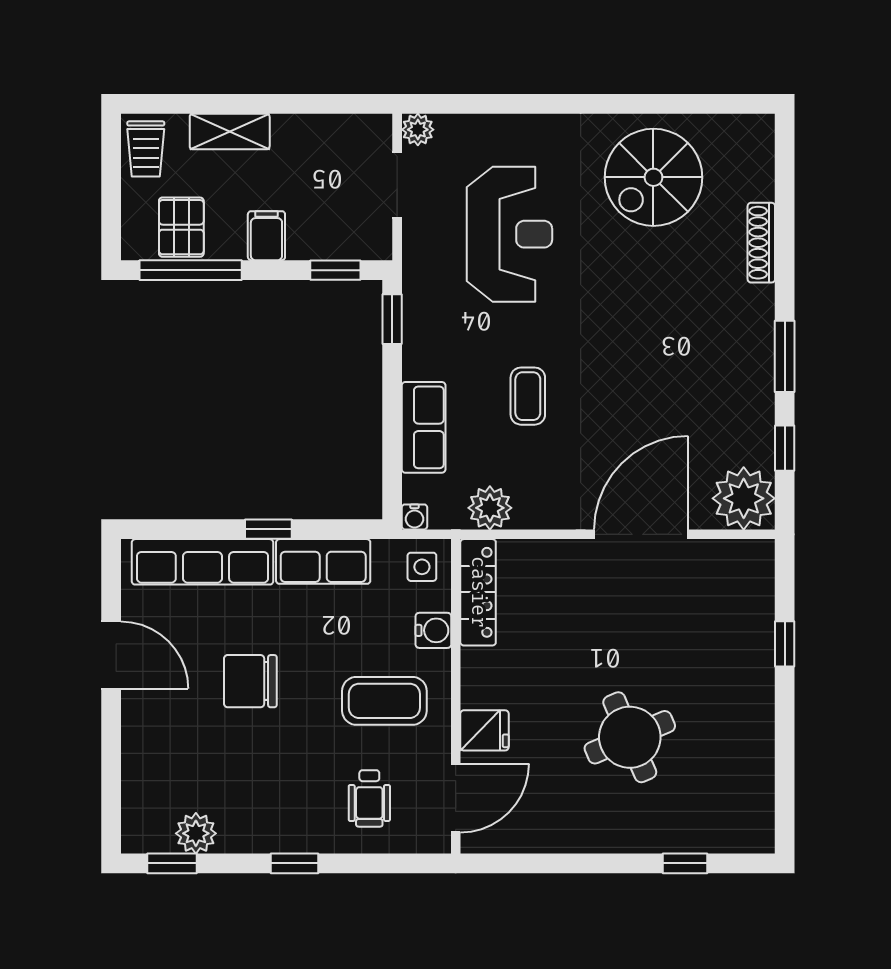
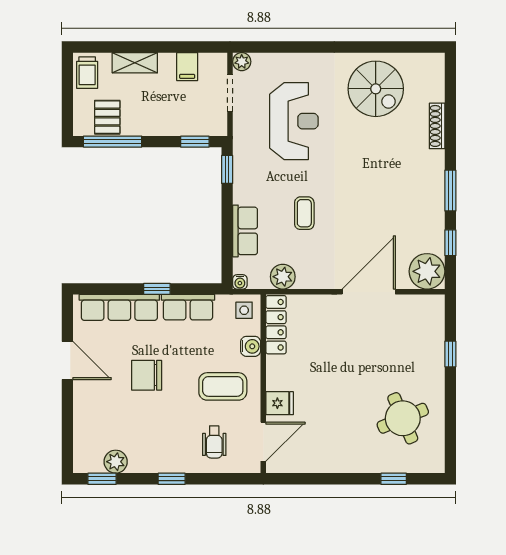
spiral stairs: (653, 177) -> (376, 89), turned -90
filing cabinet: (266, 236) -> (187, 67), moved, turned 180
round table: (630, 737) -> (403, 418), moved

